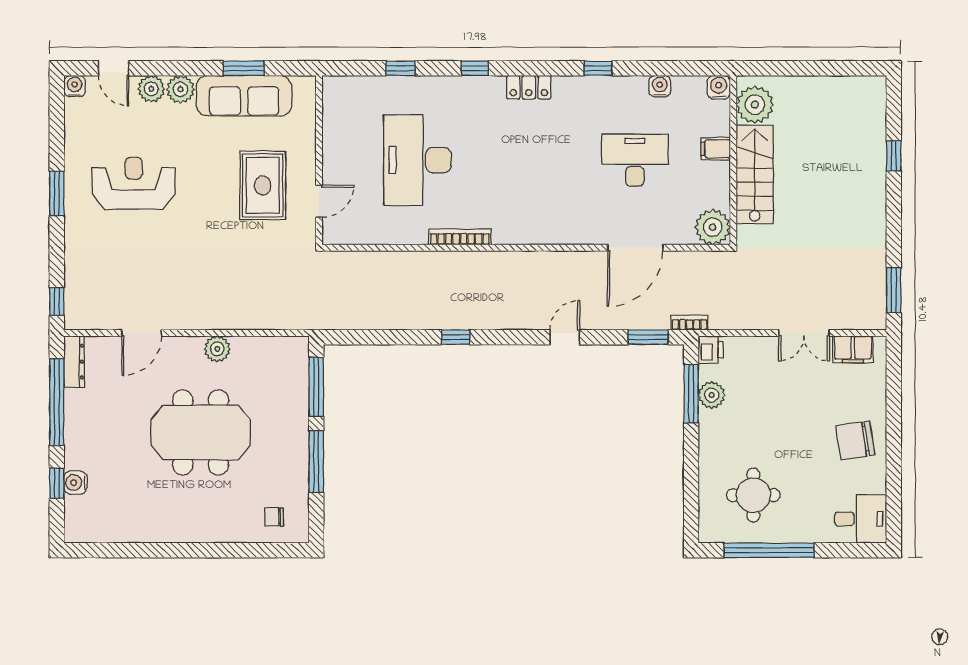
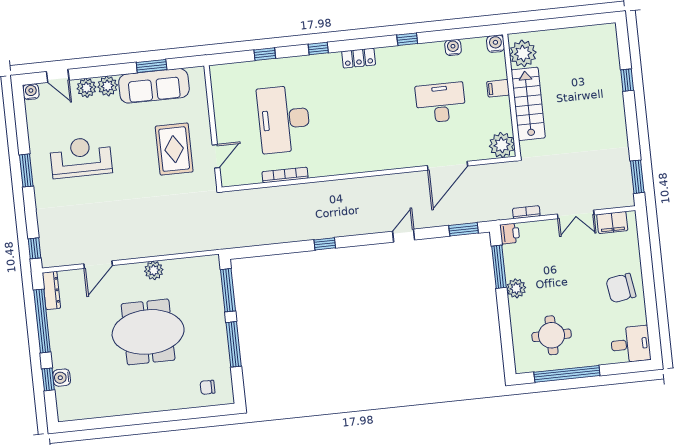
bookcase: (460, 237) -> (285, 175), moved
bookcase: (689, 323) -> (526, 212), moved
plant: (712, 395) -> (516, 288), moved

